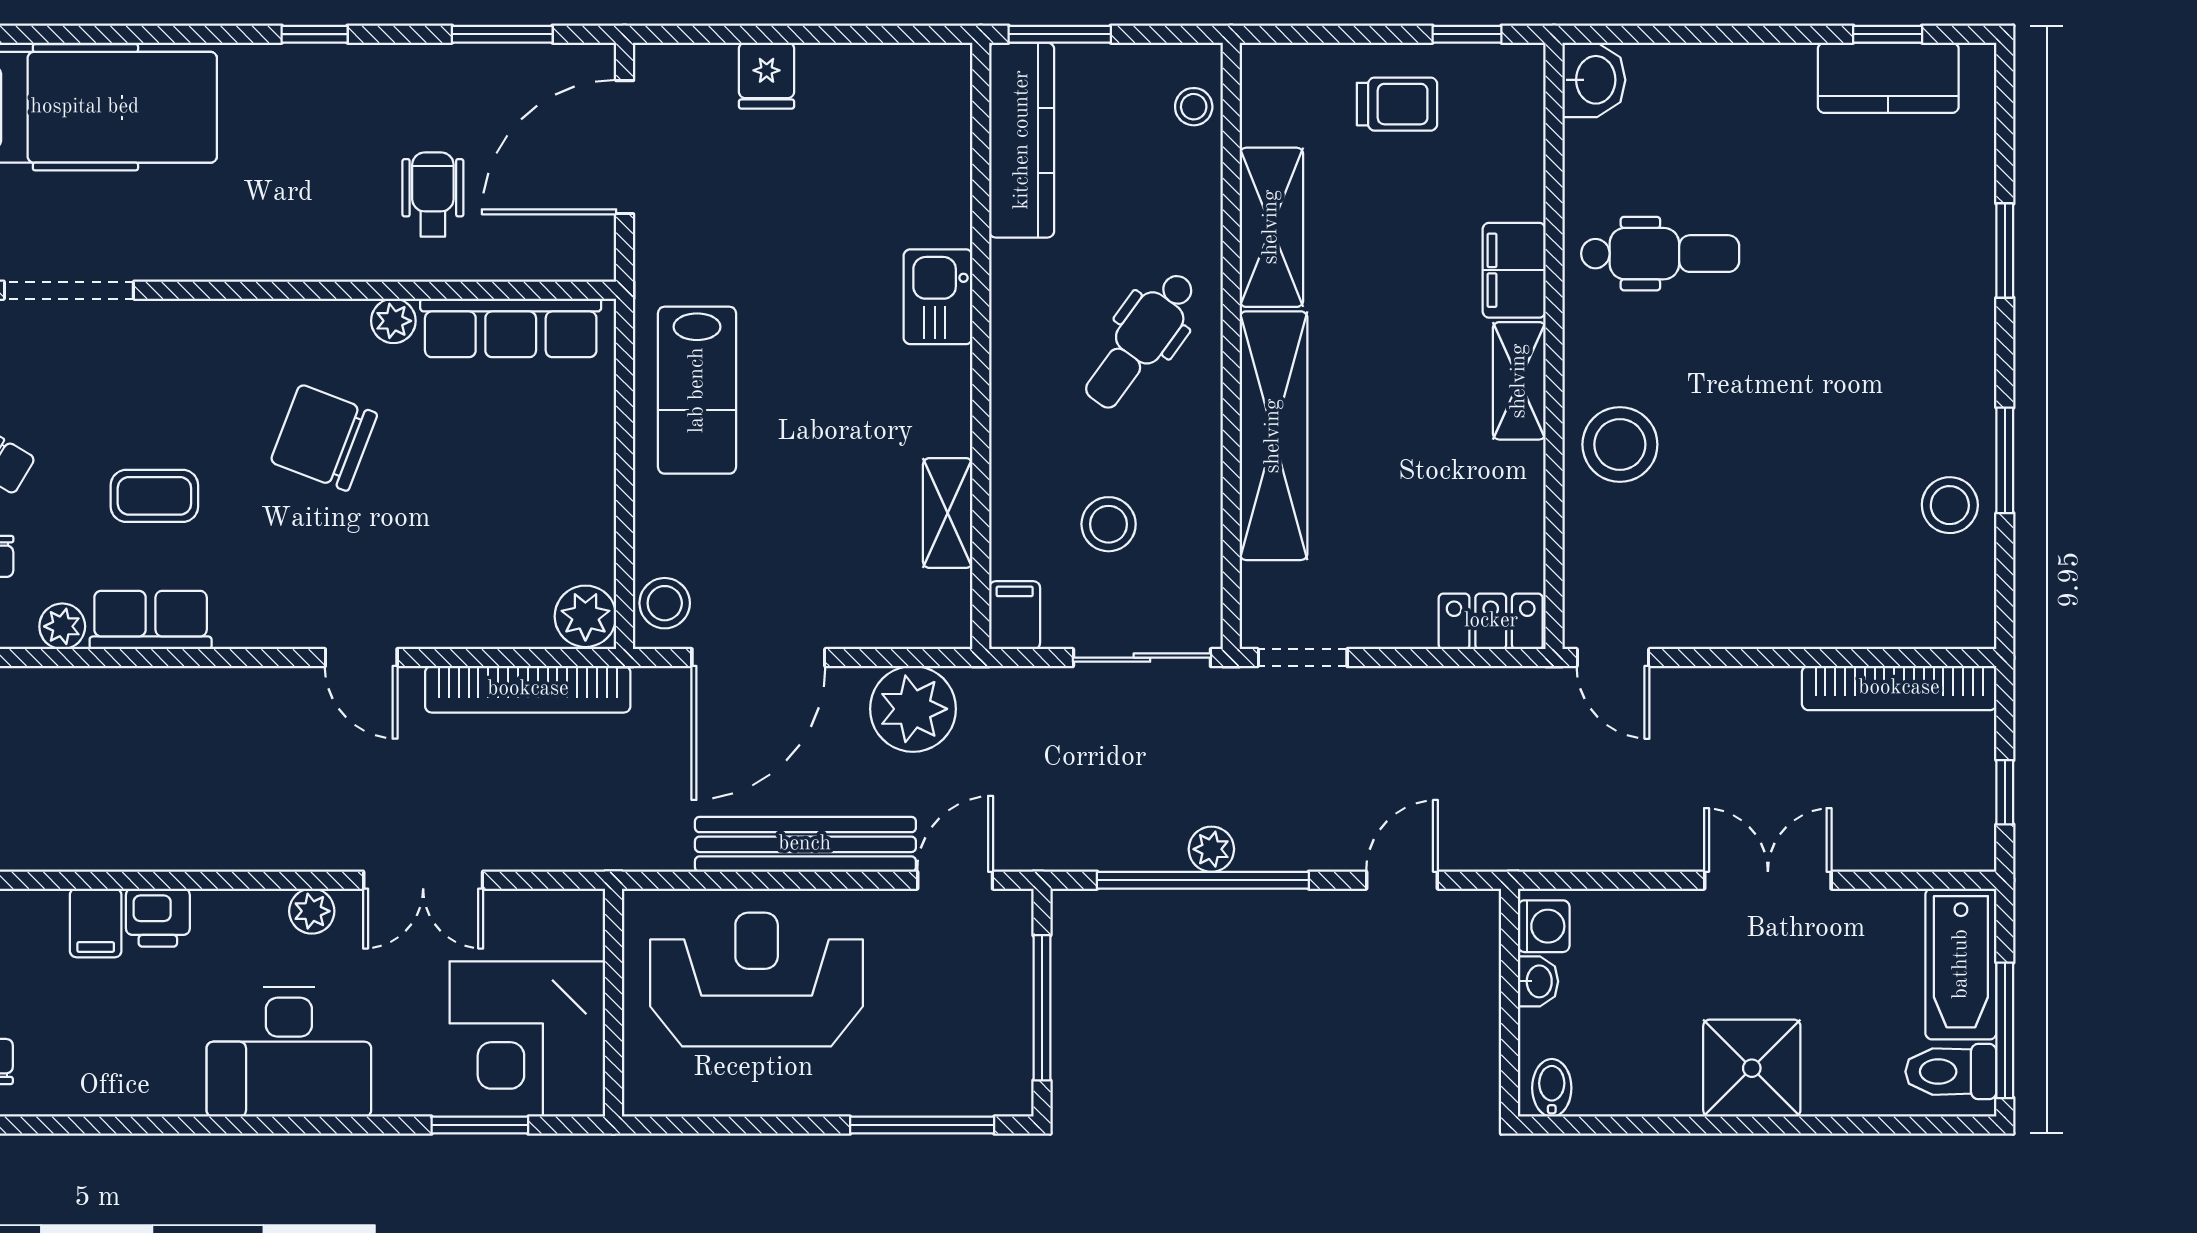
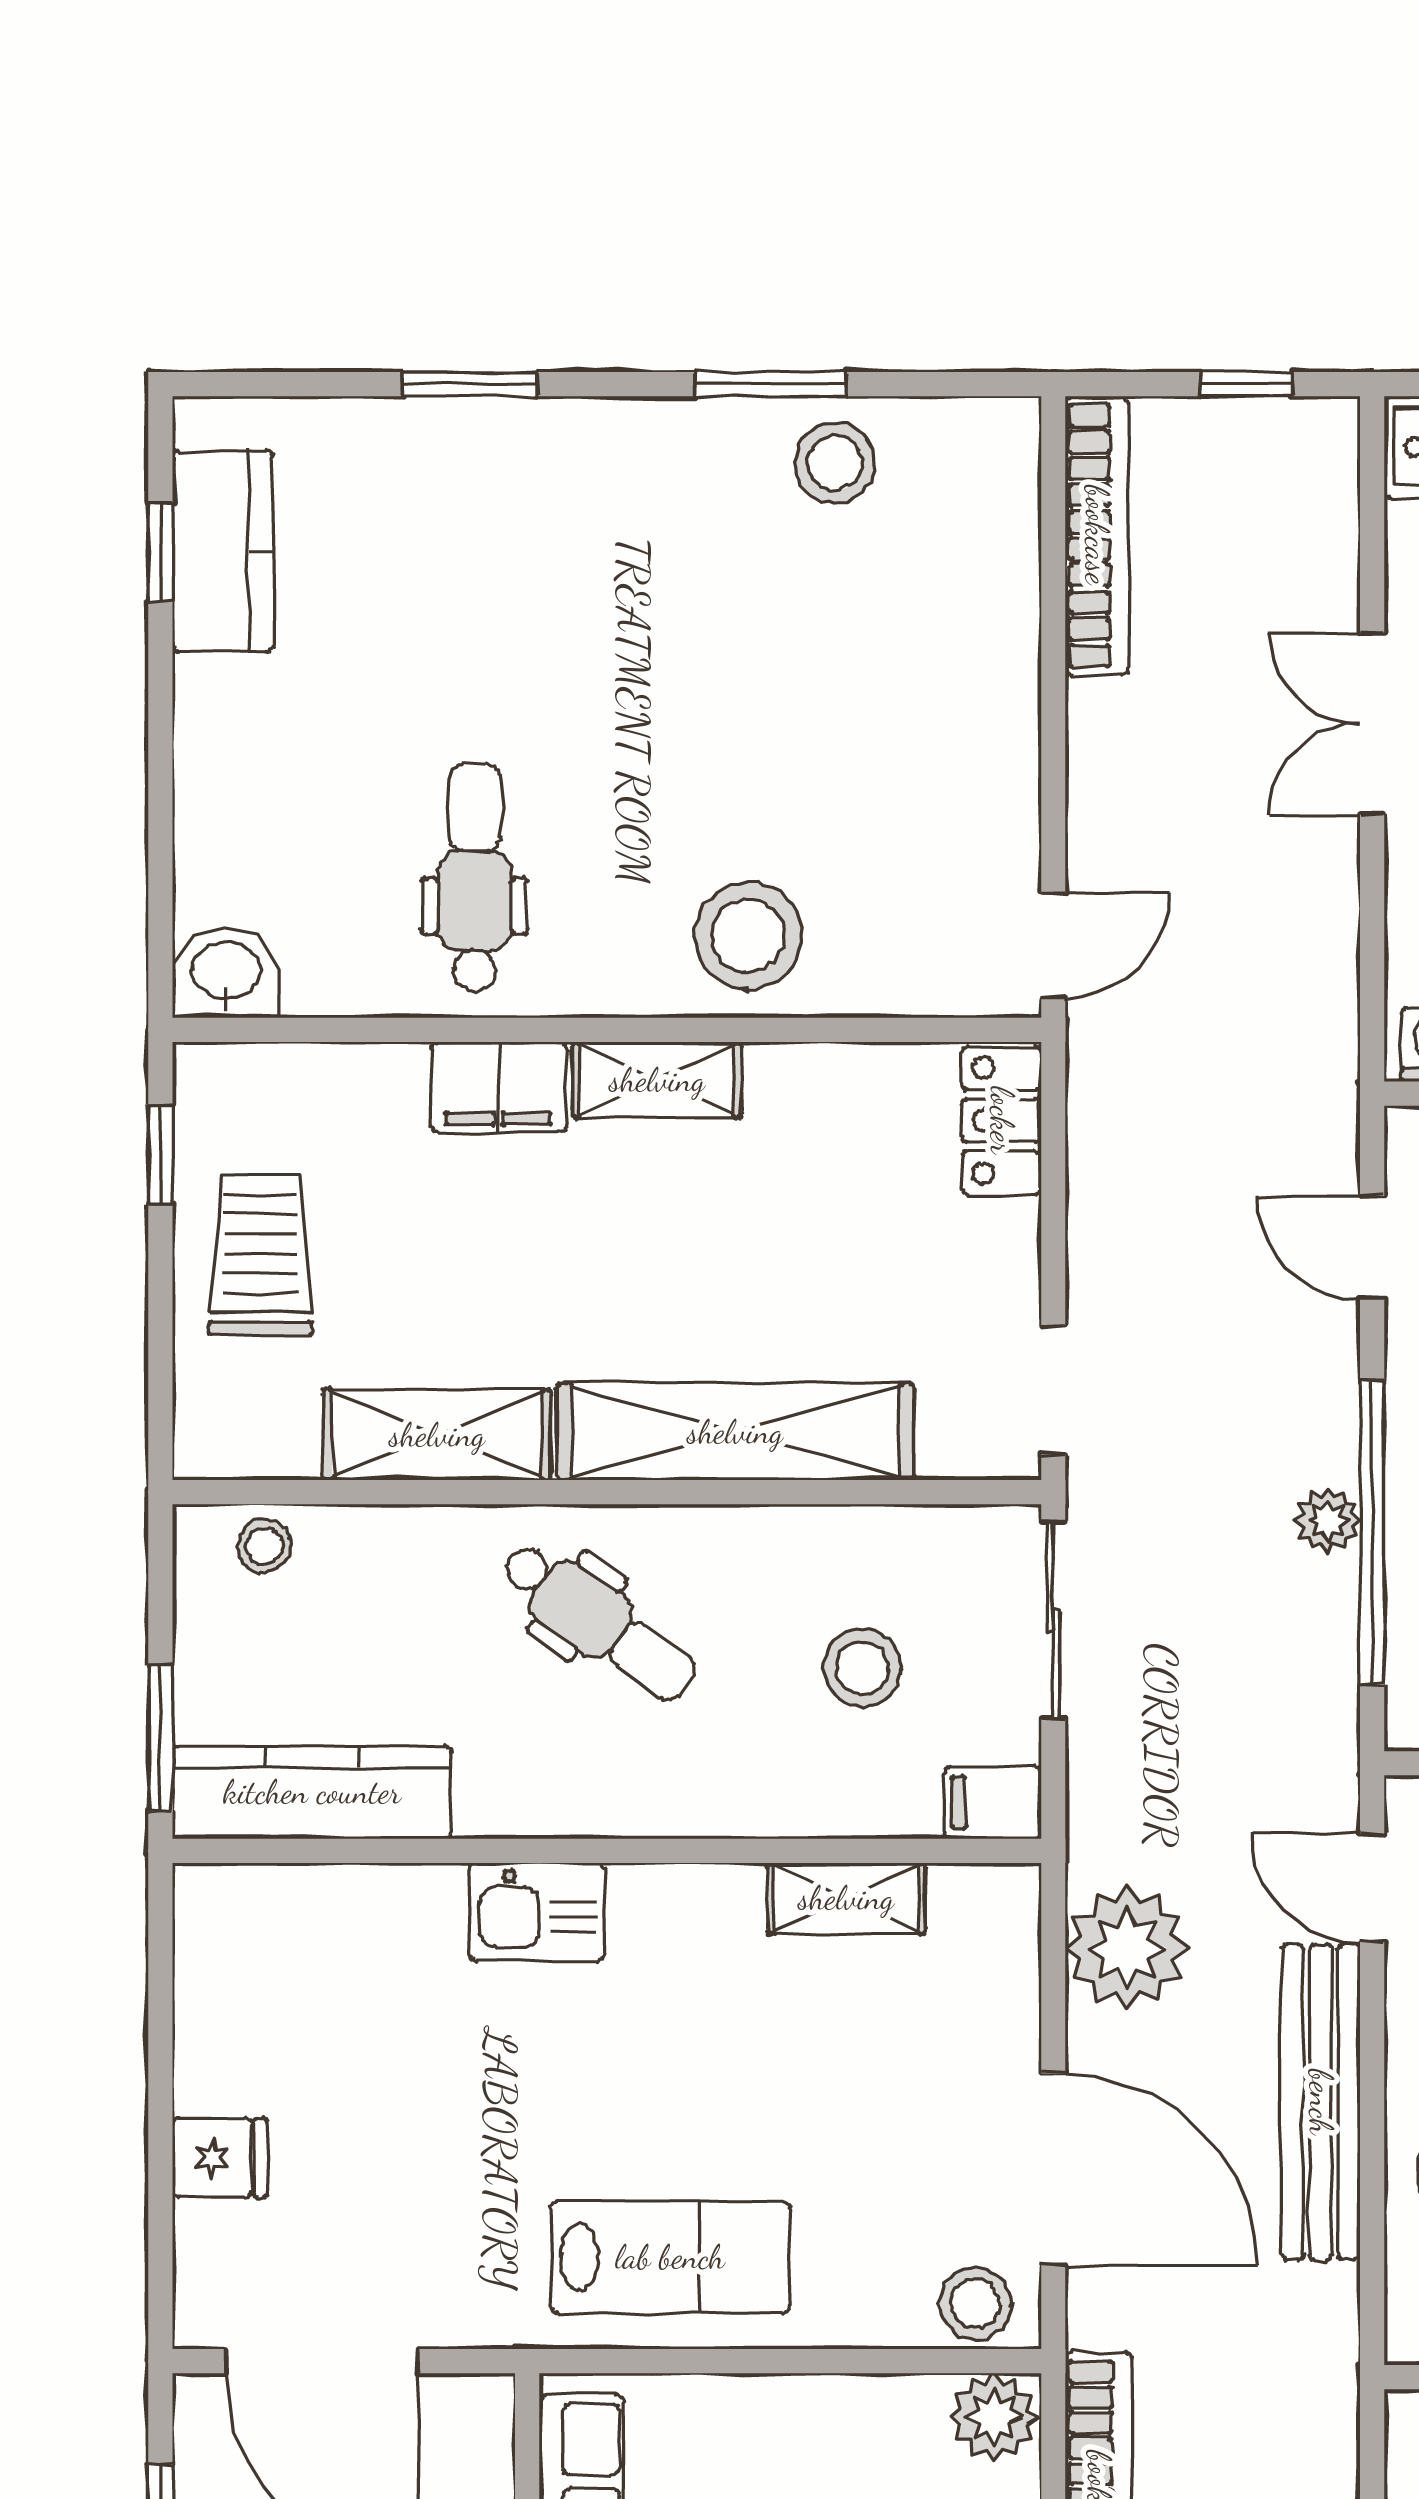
trolley: (1397, 104) -> (260, 1255), width x1.36, depth x1.39

